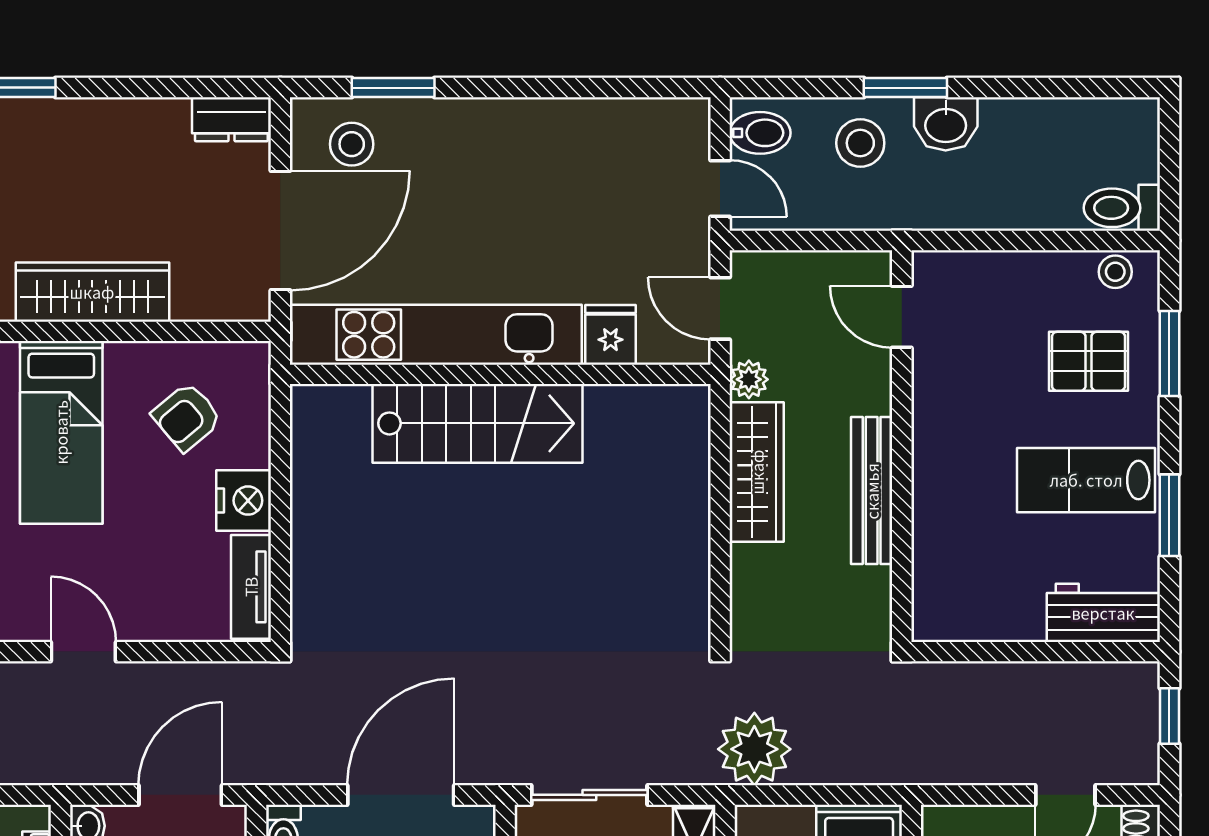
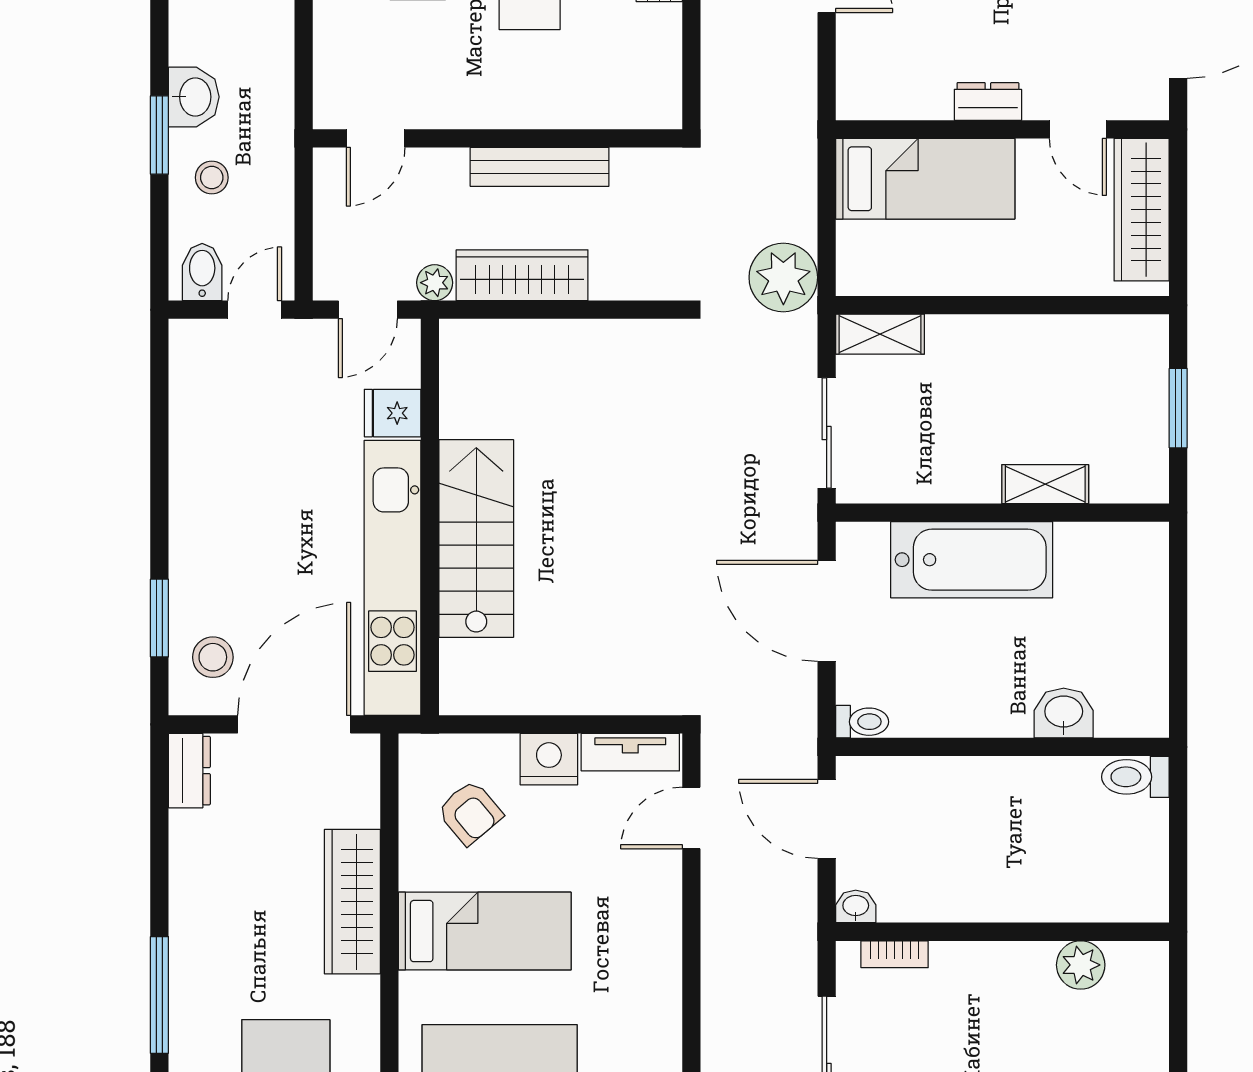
stool: (860, 143) -> (212, 178), width x0.73, depth x0.73
door: (280, 230) -> (294, 724), hinge flipped
door: (83, 652) -> (691, 818), moved

